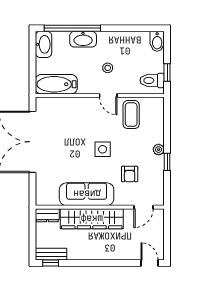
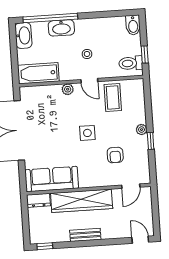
plant: (85, 103) -> (68, 89), added
sofa: (87, 194) -> (52, 179), moved
bench: (51, 254) -> (85, 235), moved

